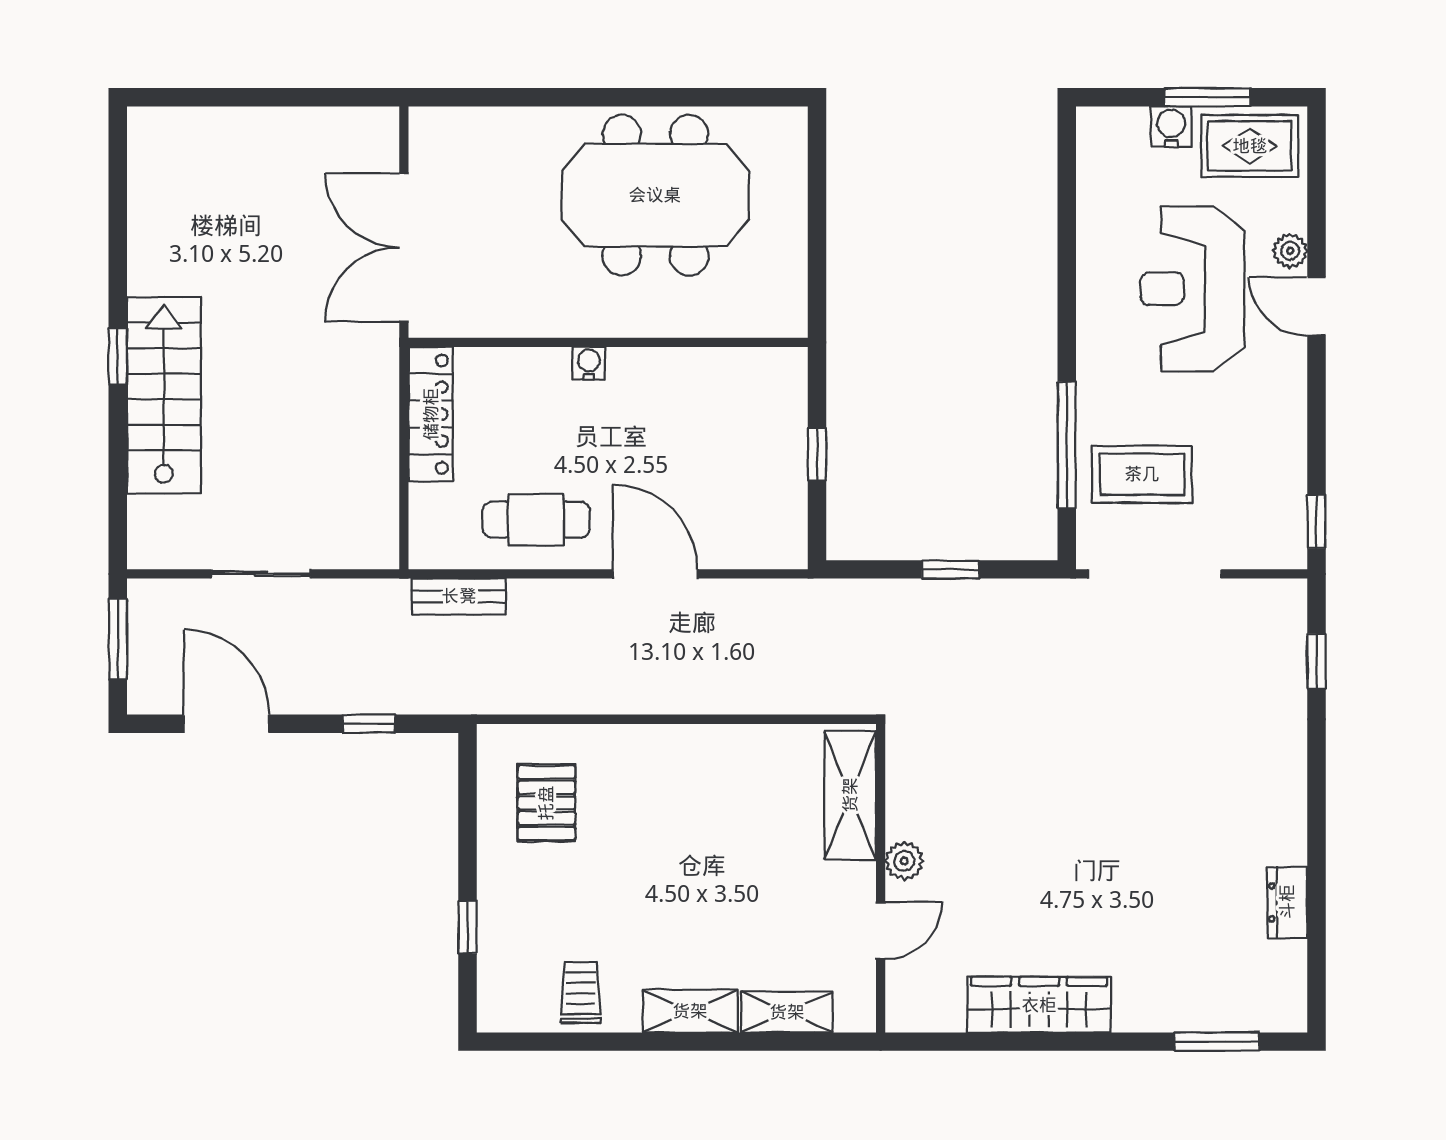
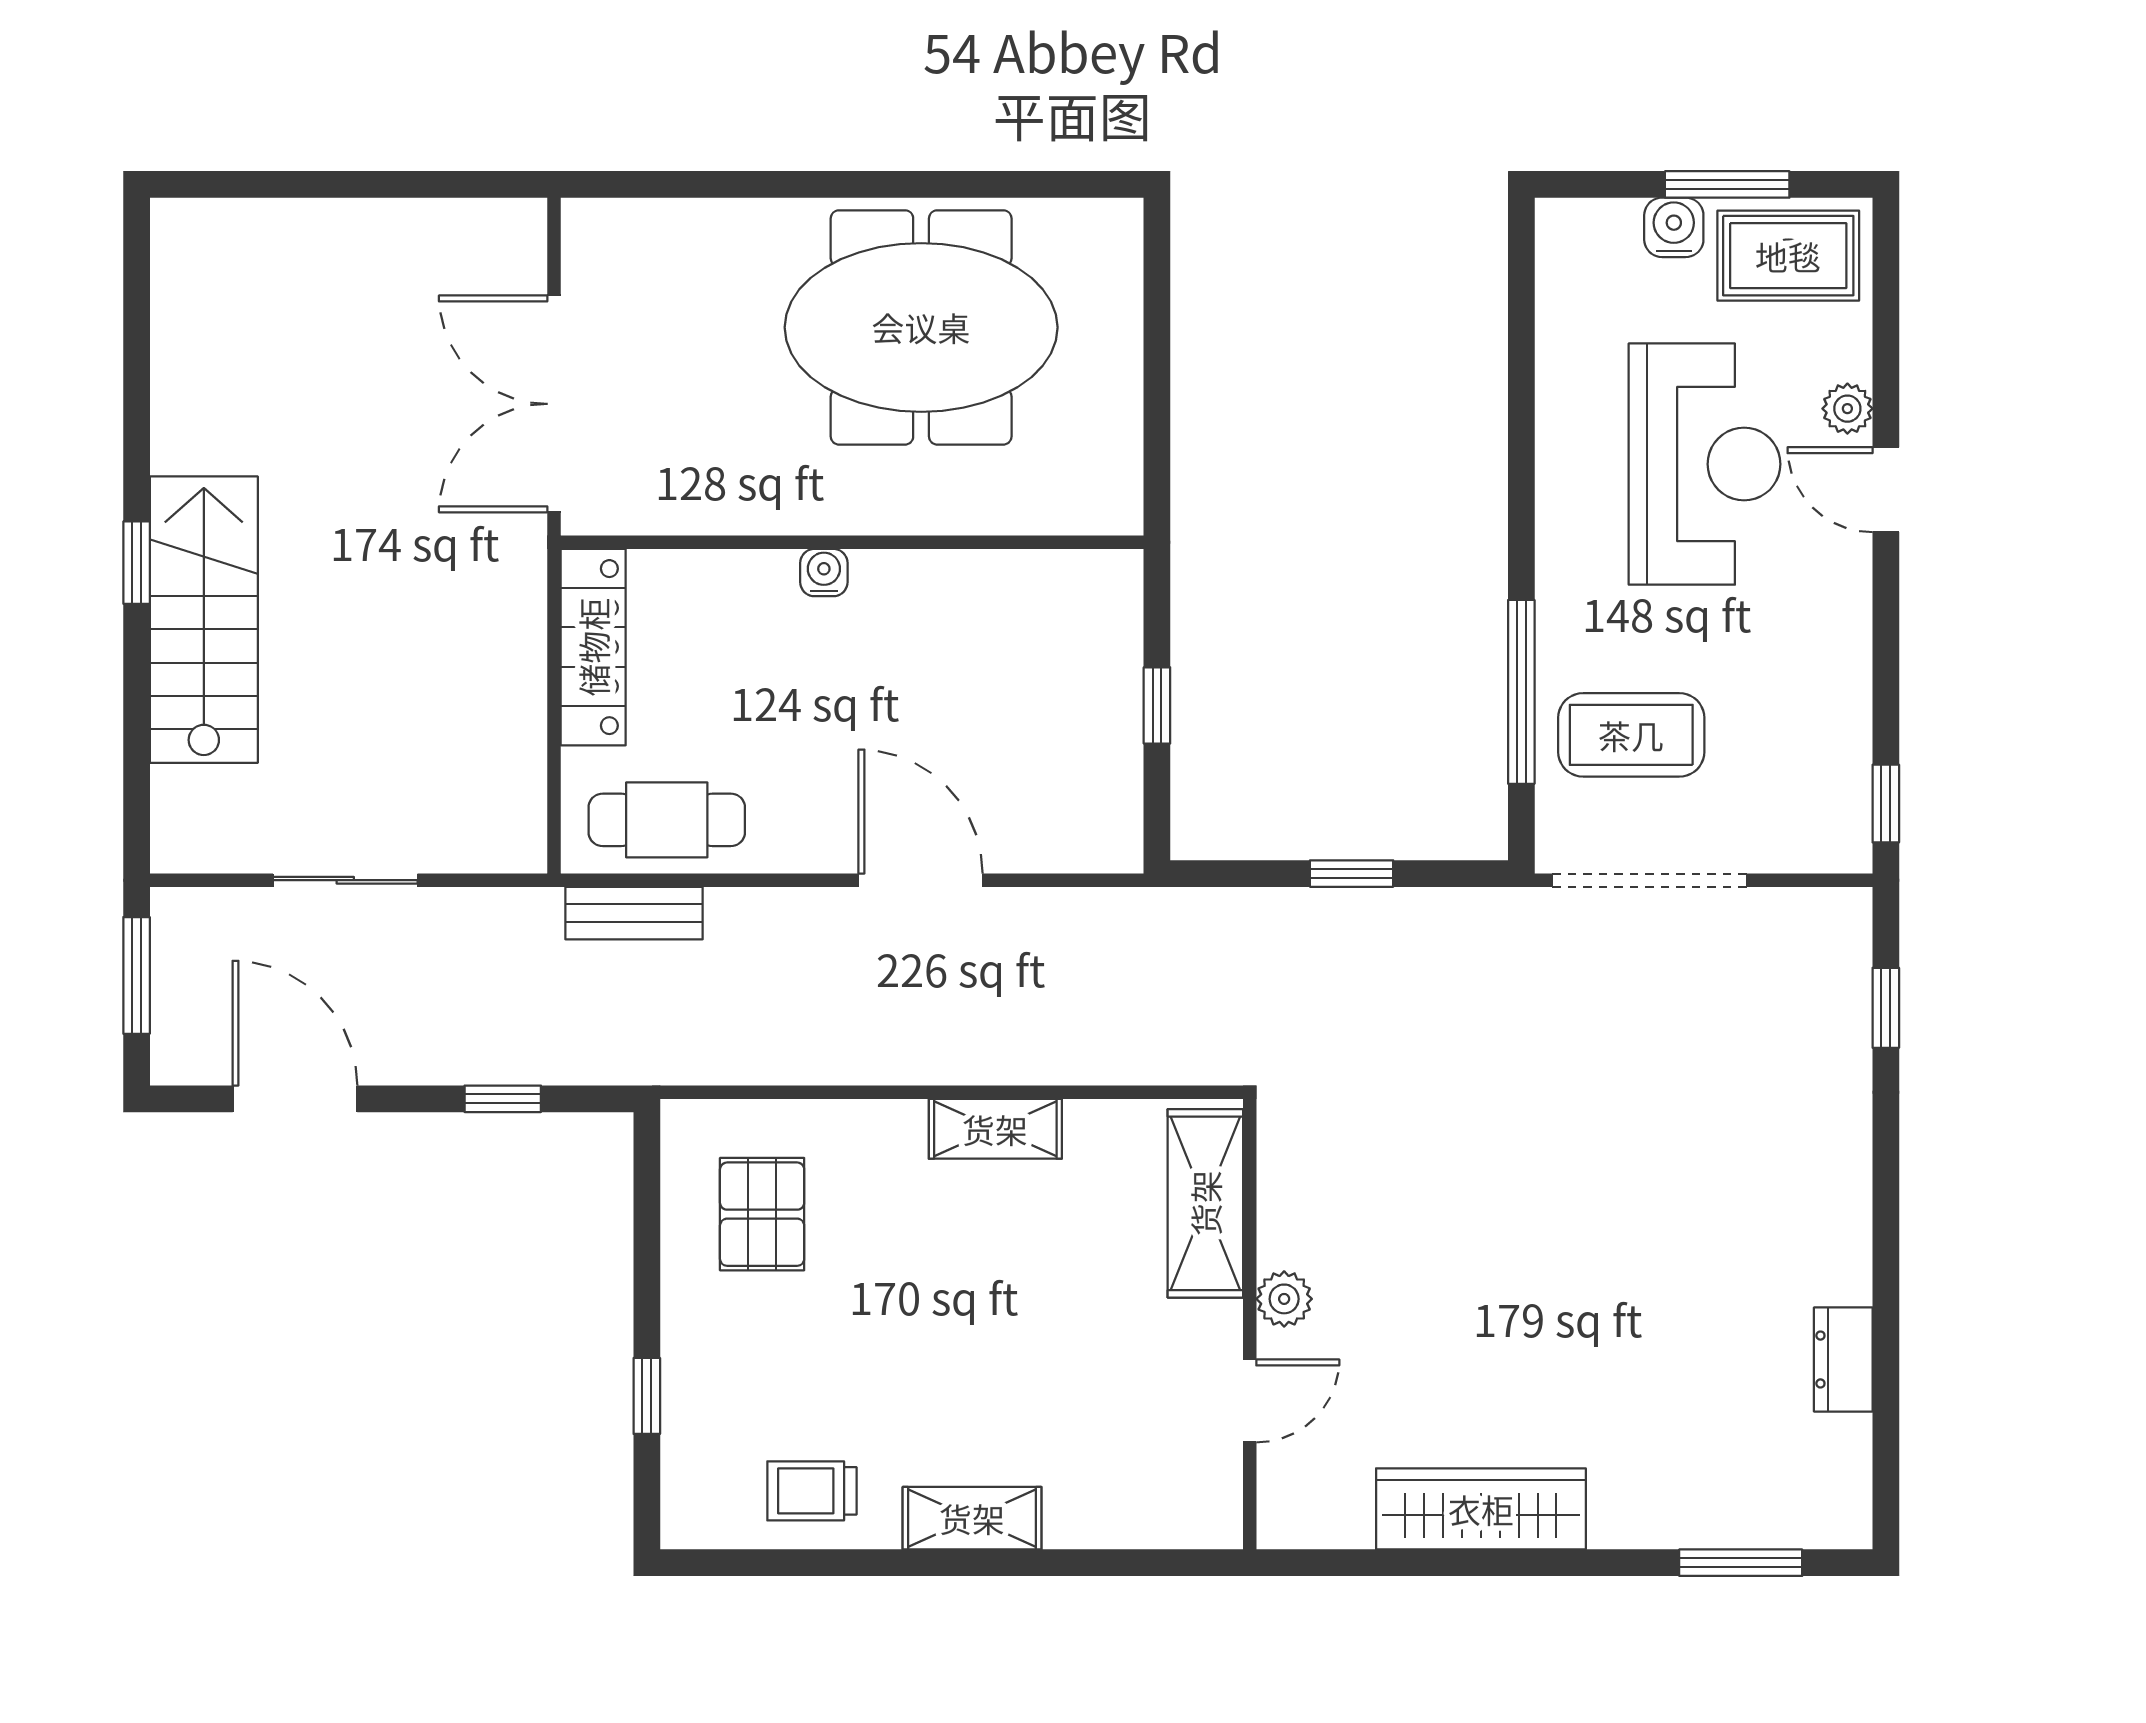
reception desk: (1192, 289) -> (1705, 464), turned 180
cafe table: (536, 520) -> (667, 820), moved
trolley: (581, 992) -> (812, 1491), turned -90
shelving: (787, 1012) -> (995, 1129), moved

